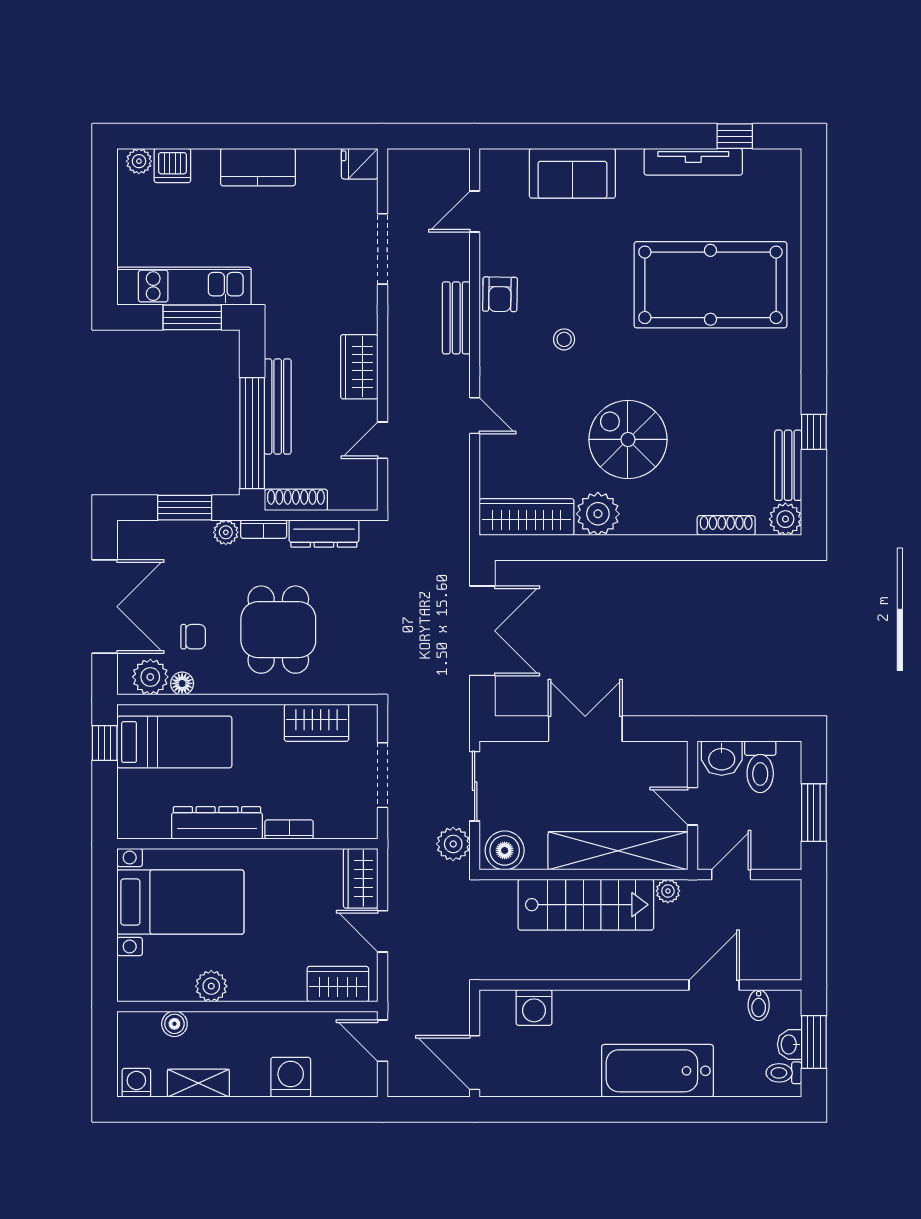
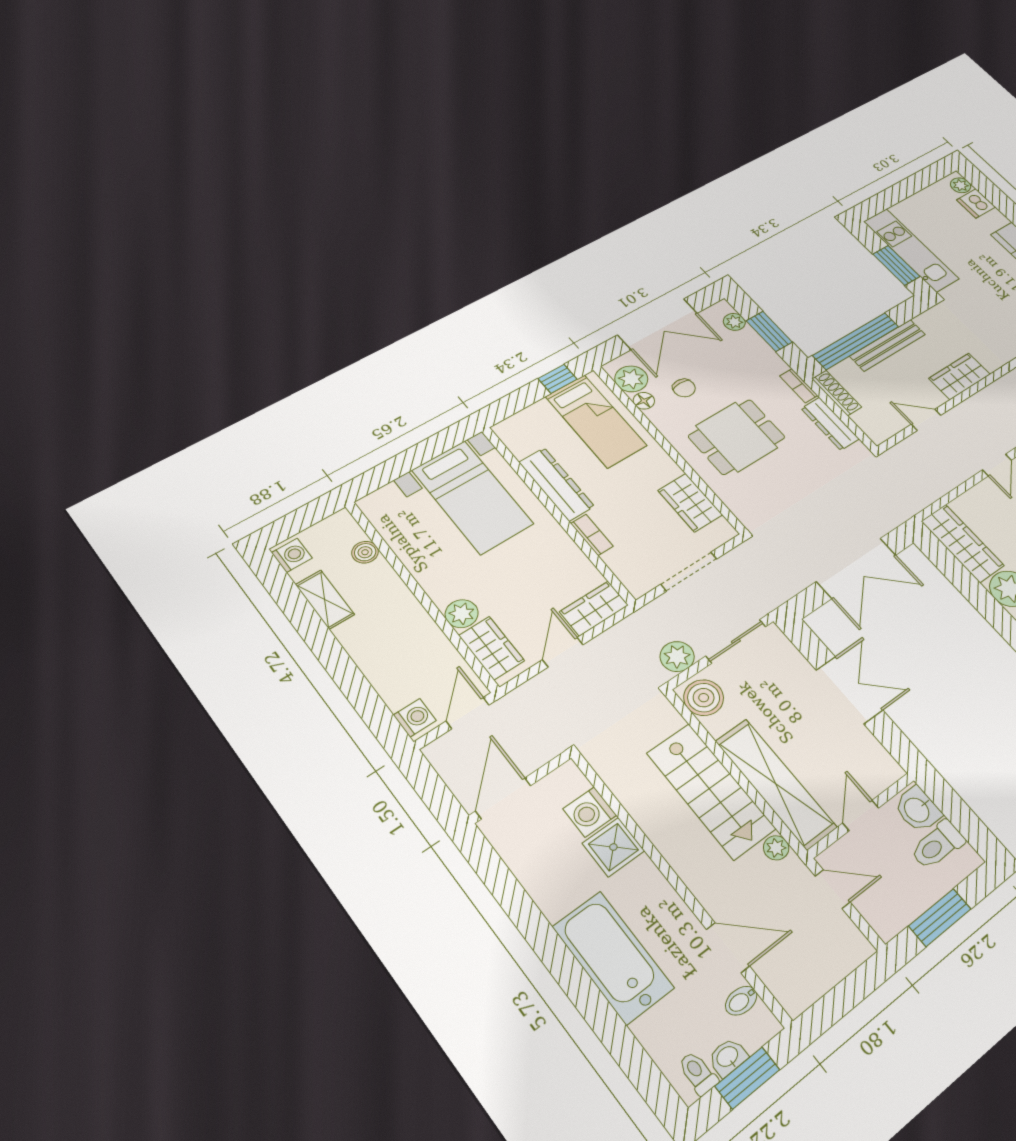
plant: (226, 532) -> (734, 322), moved
plant: (211, 986) -> (462, 614), moved
shower: (575, 1010) -> (613, 847), added
washing machine: (291, 1077) -> (415, 718), moved, width x0.73, depth x0.73

